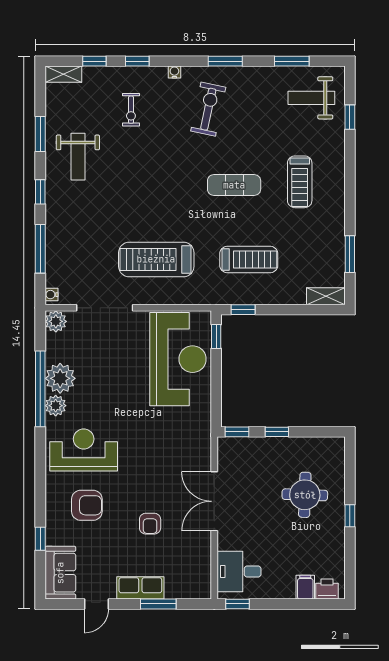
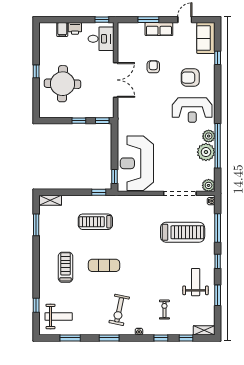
treadmill: (156, 259) -> (183, 232), moved
round table: (305, 495) -> (63, 84), width x1.36, depth x1.36
printer: (327, 589) -> (75, 28), moved

